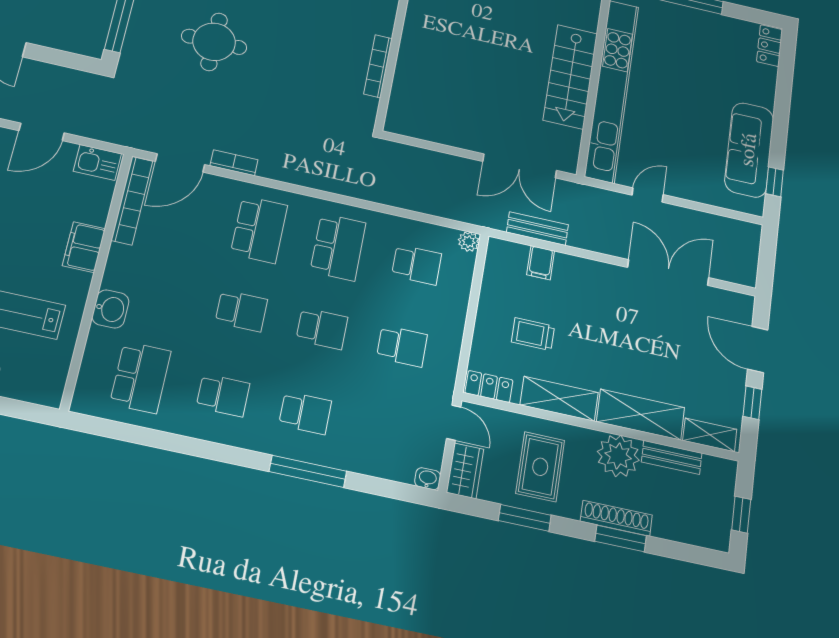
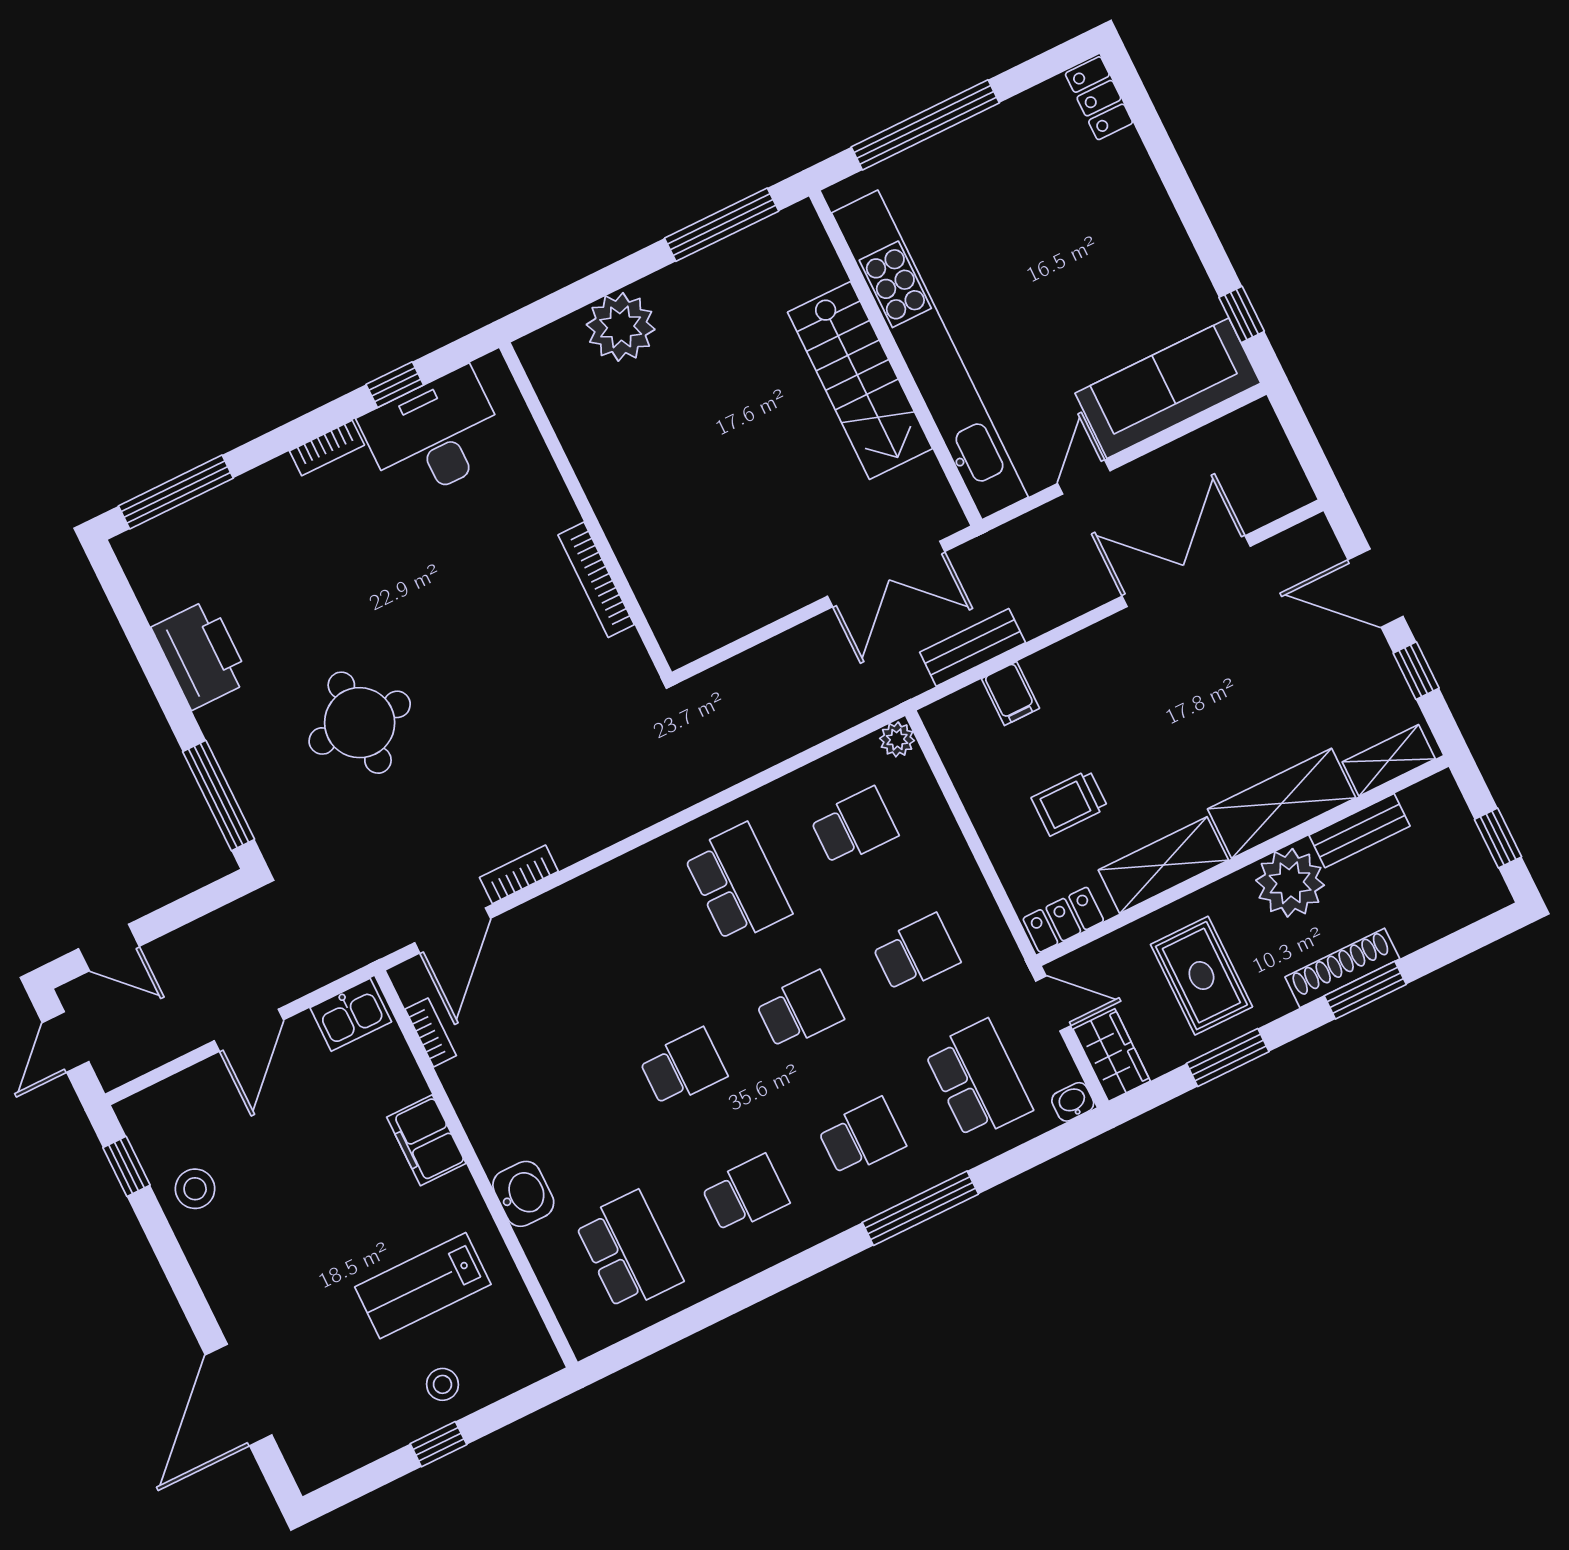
sofa: (749, 150) -> (1168, 388), moved, turned 90
bookcase: (132, 200) -> (431, 1032), width x0.43, depth x0.76
school desk: (259, 230) -> (978, 1080), moved

